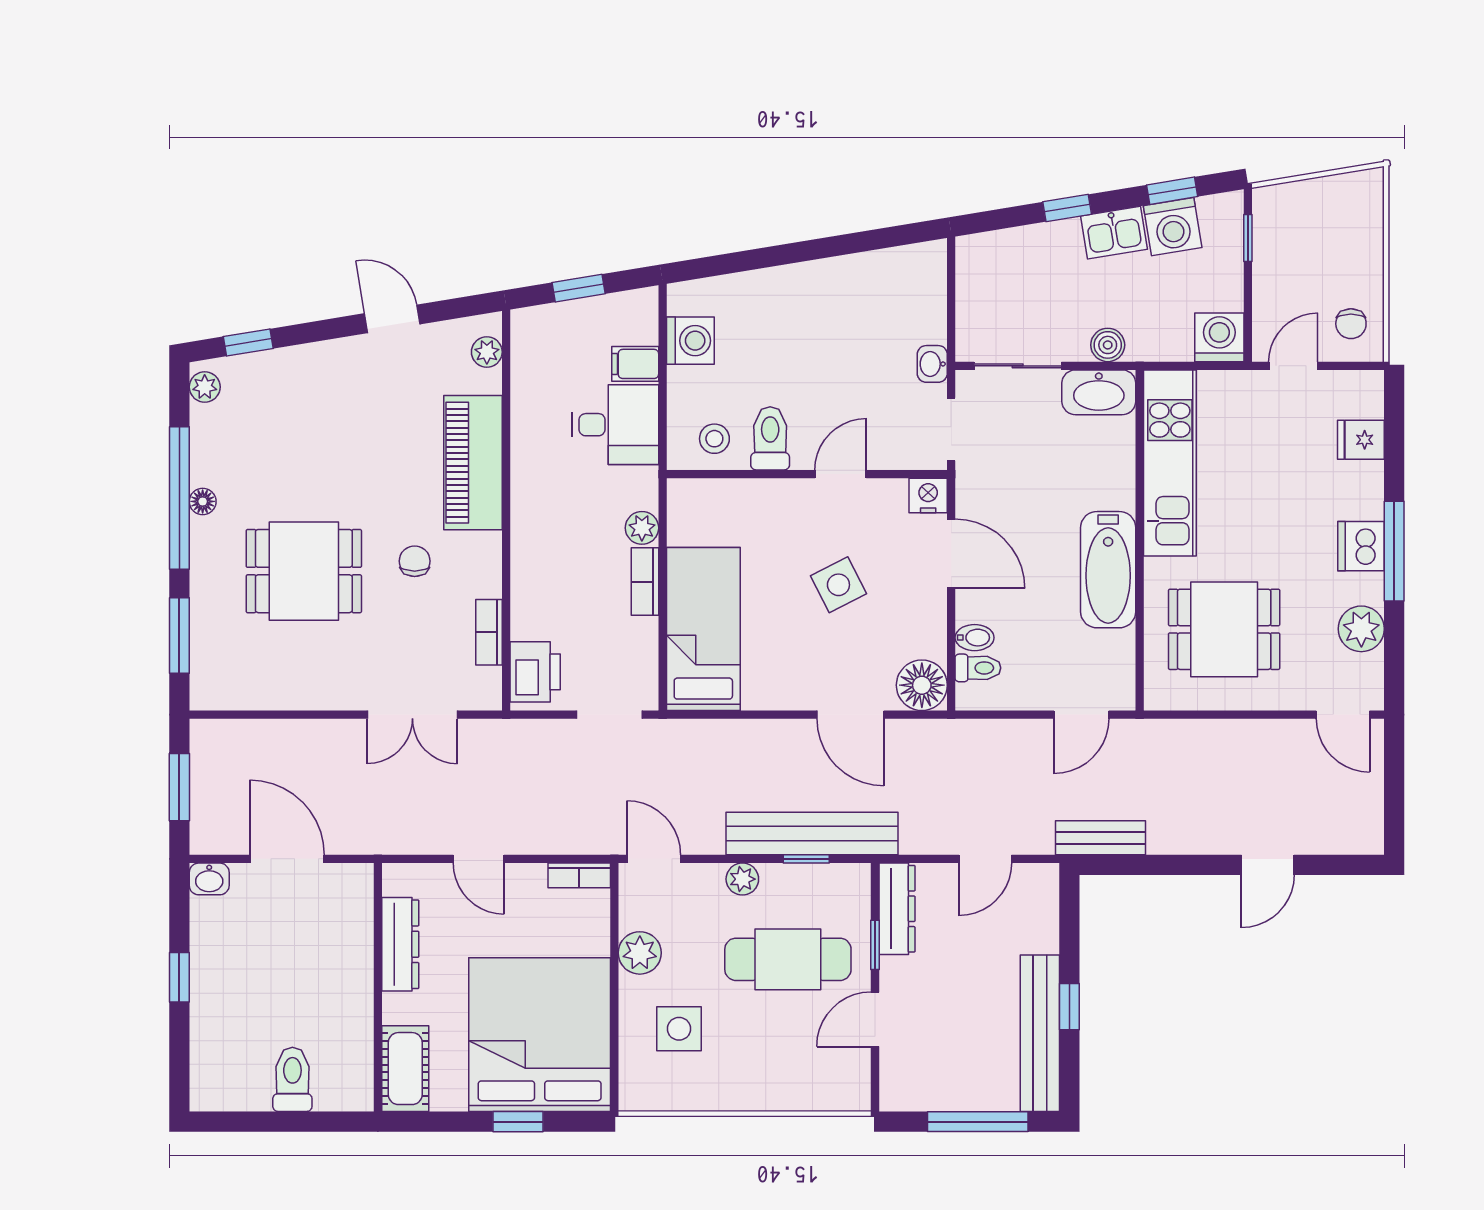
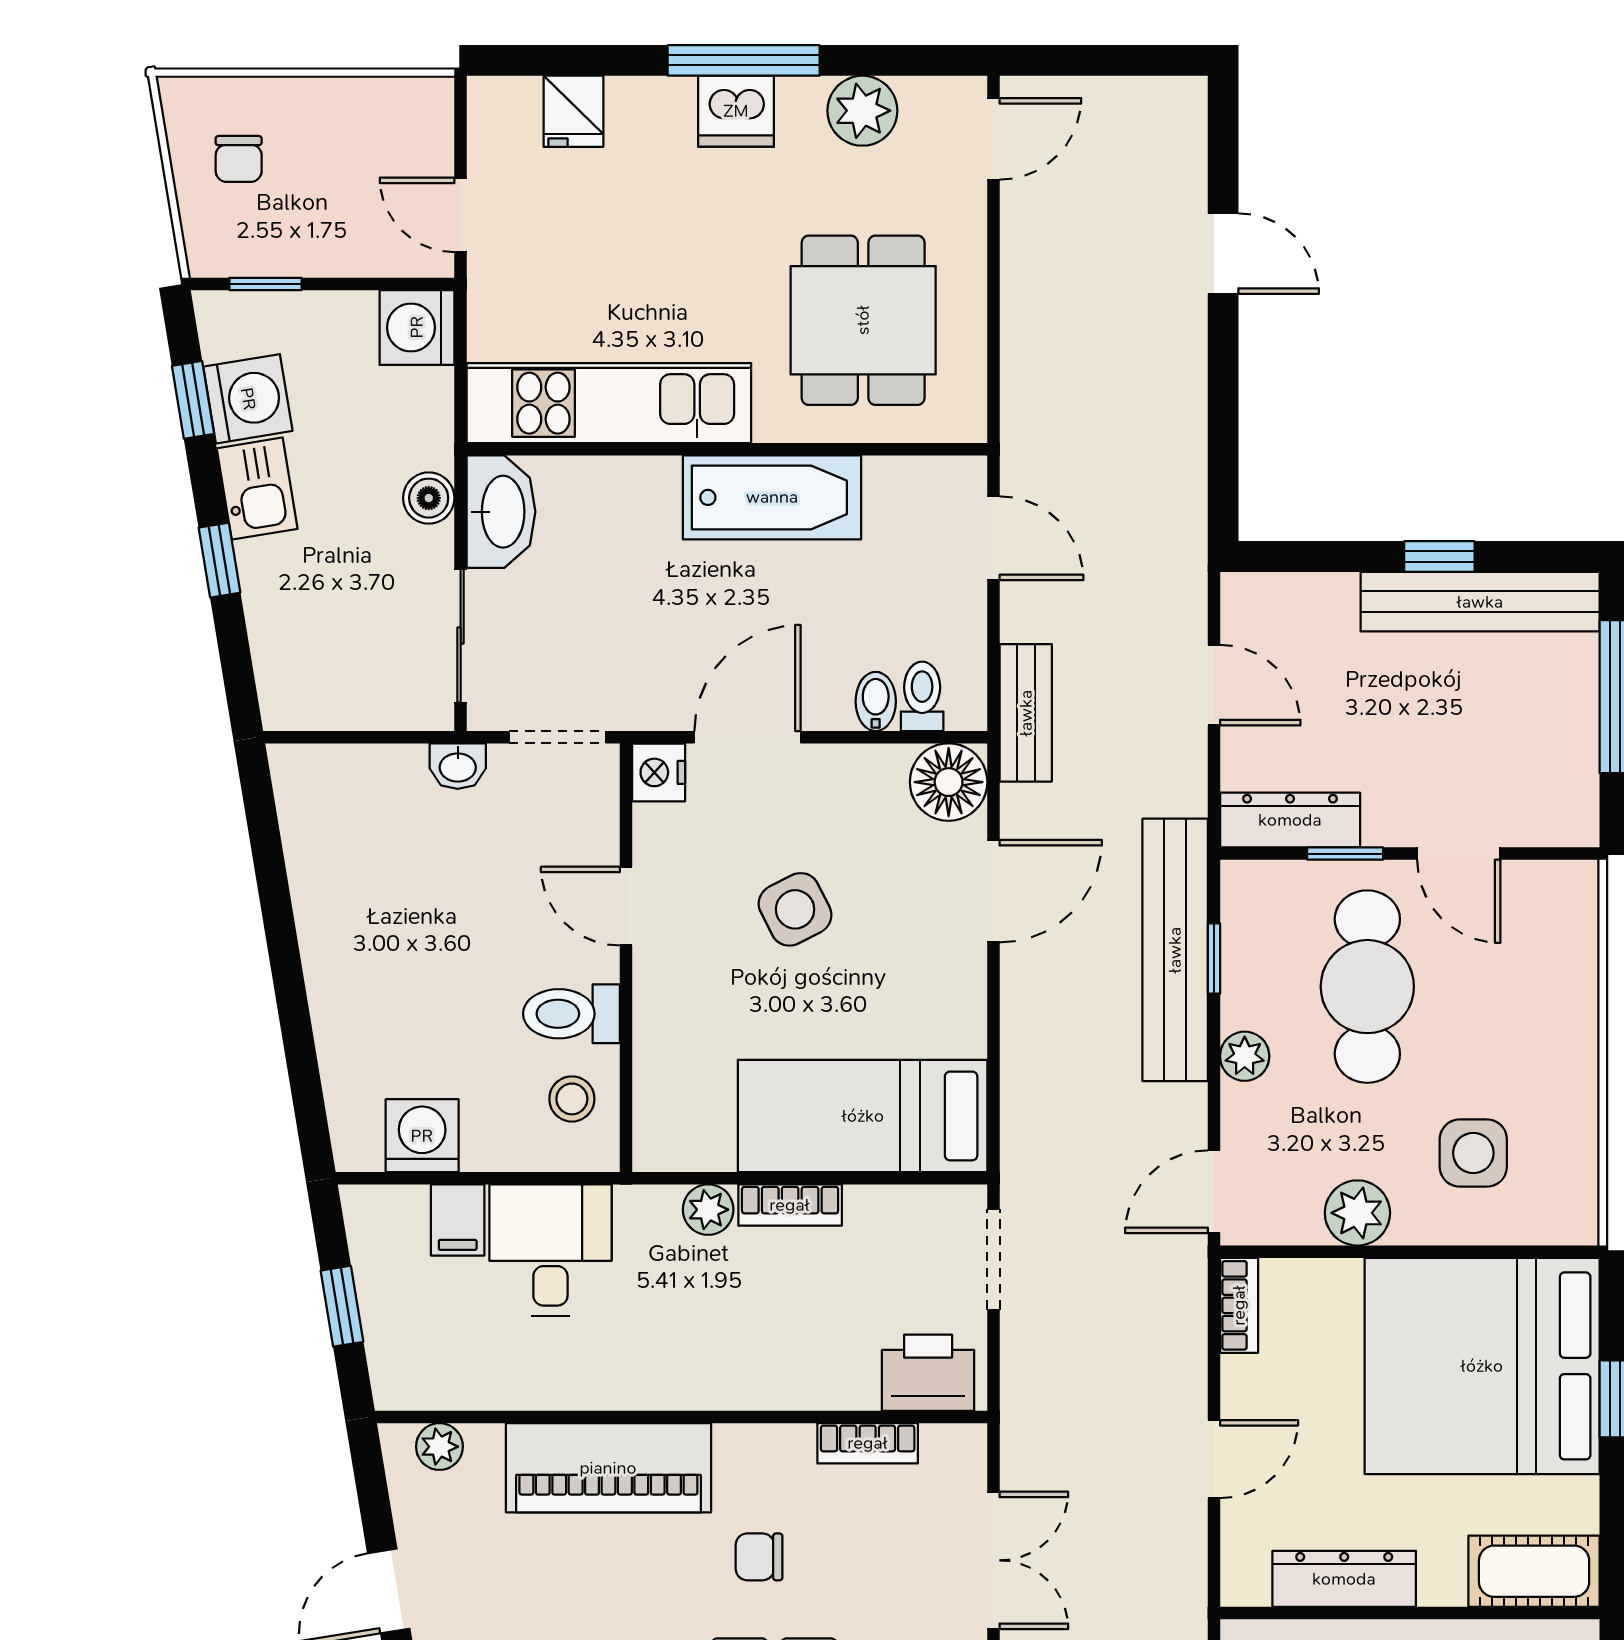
chair: (1351, 324) -> (239, 159), moved, turned 90
bench: (1100, 838) -> (1026, 713), moved

